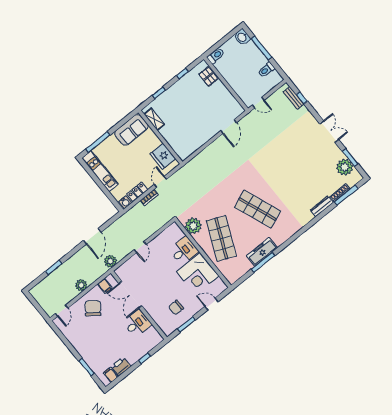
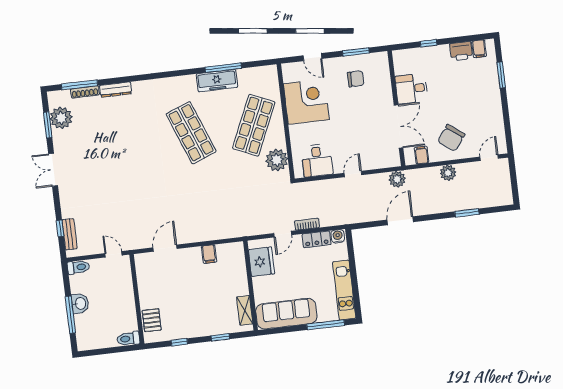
washbasin: (242, 37) -> (80, 303), moved
toilet: (266, 70) -> (78, 267), moved
sofa: (131, 130) -> (286, 314), width x1.36
filing cabinet: (199, 140) -> (209, 254), added
desk: (184, 251) -> (317, 160), moved, turned -90

